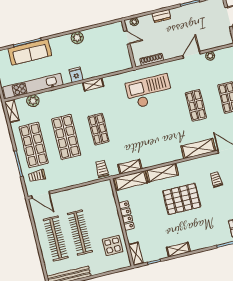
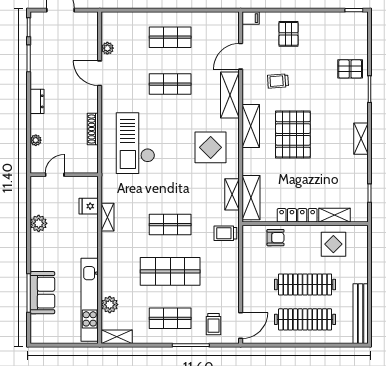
door: (127, 38) -> (55, 175), moved
wall: (129, 44) -> (64, 175), moved
sofa: (30, 52) -> (42, 293), width x0.73
fridge: (76, 75) -> (89, 206), moved
display table: (159, 144) -> (211, 147), added
shop shelf: (34, 145) -> (170, 318), width x0.70, depth x0.74
shelving: (162, 173) -> (251, 126), moved
armchair: (107, 204) -> (275, 238), added
shelving: (178, 250) -> (361, 139), moved
shelving: (136, 254) -> (335, 215), moved

